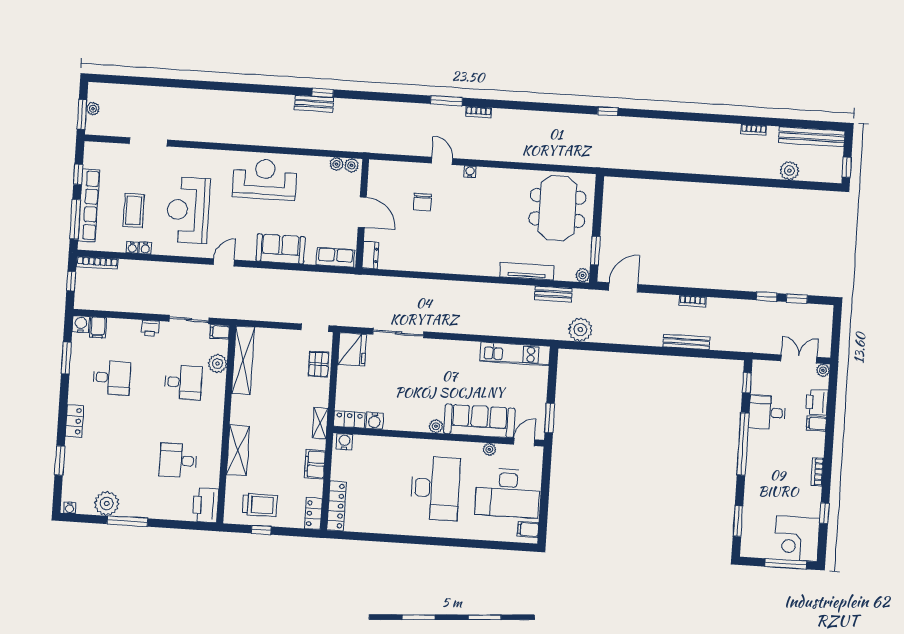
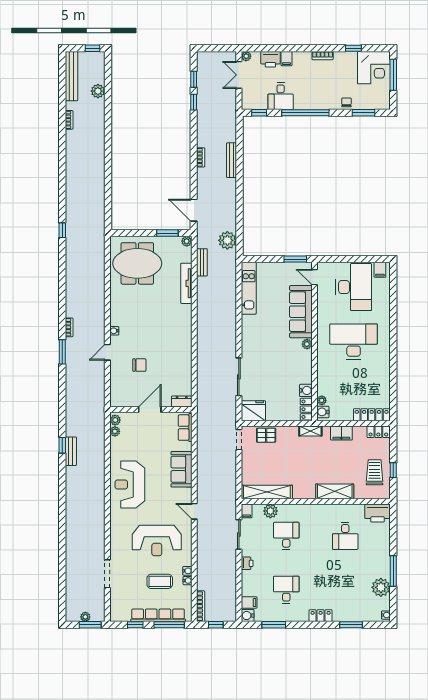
plant: (489, 449) -> (322, 400), moved
chair: (753, 499) -> (346, 102), added

